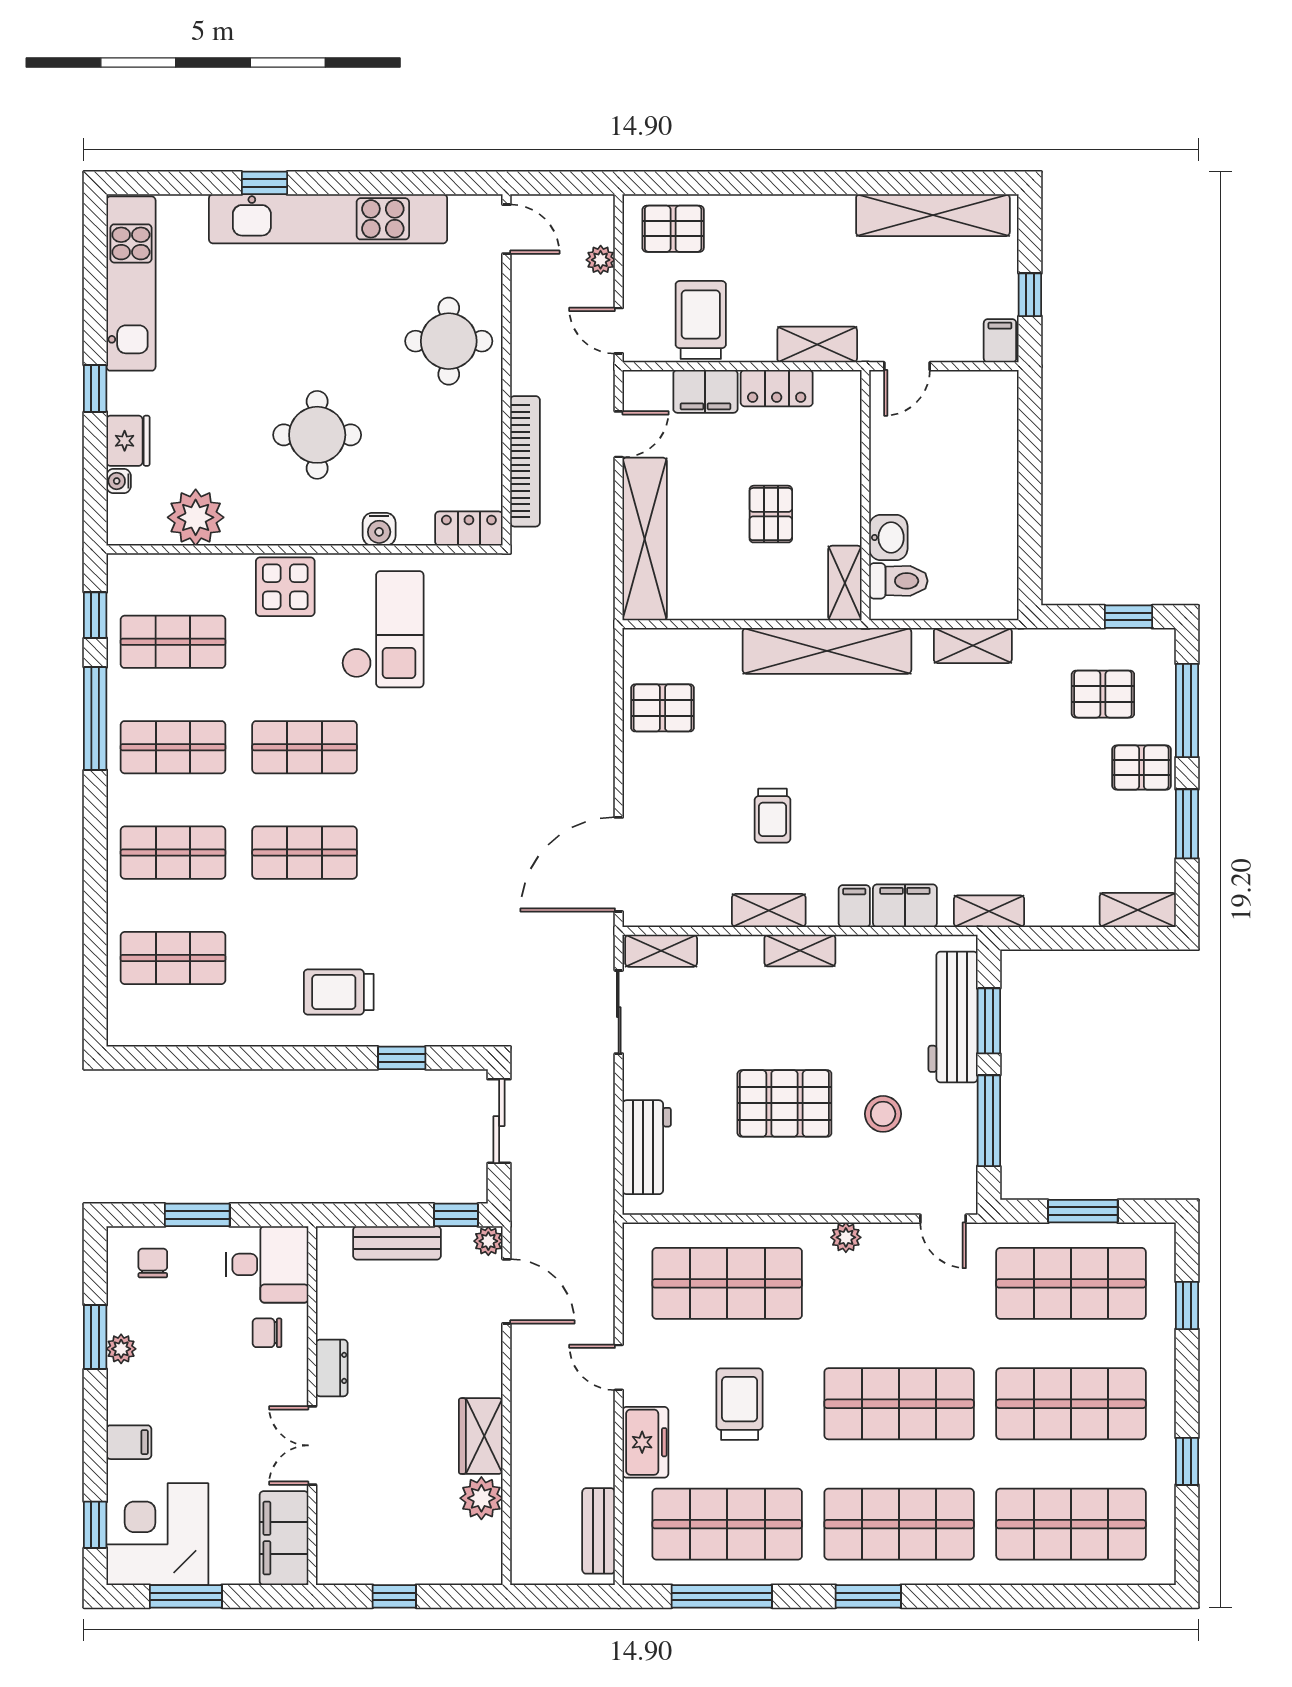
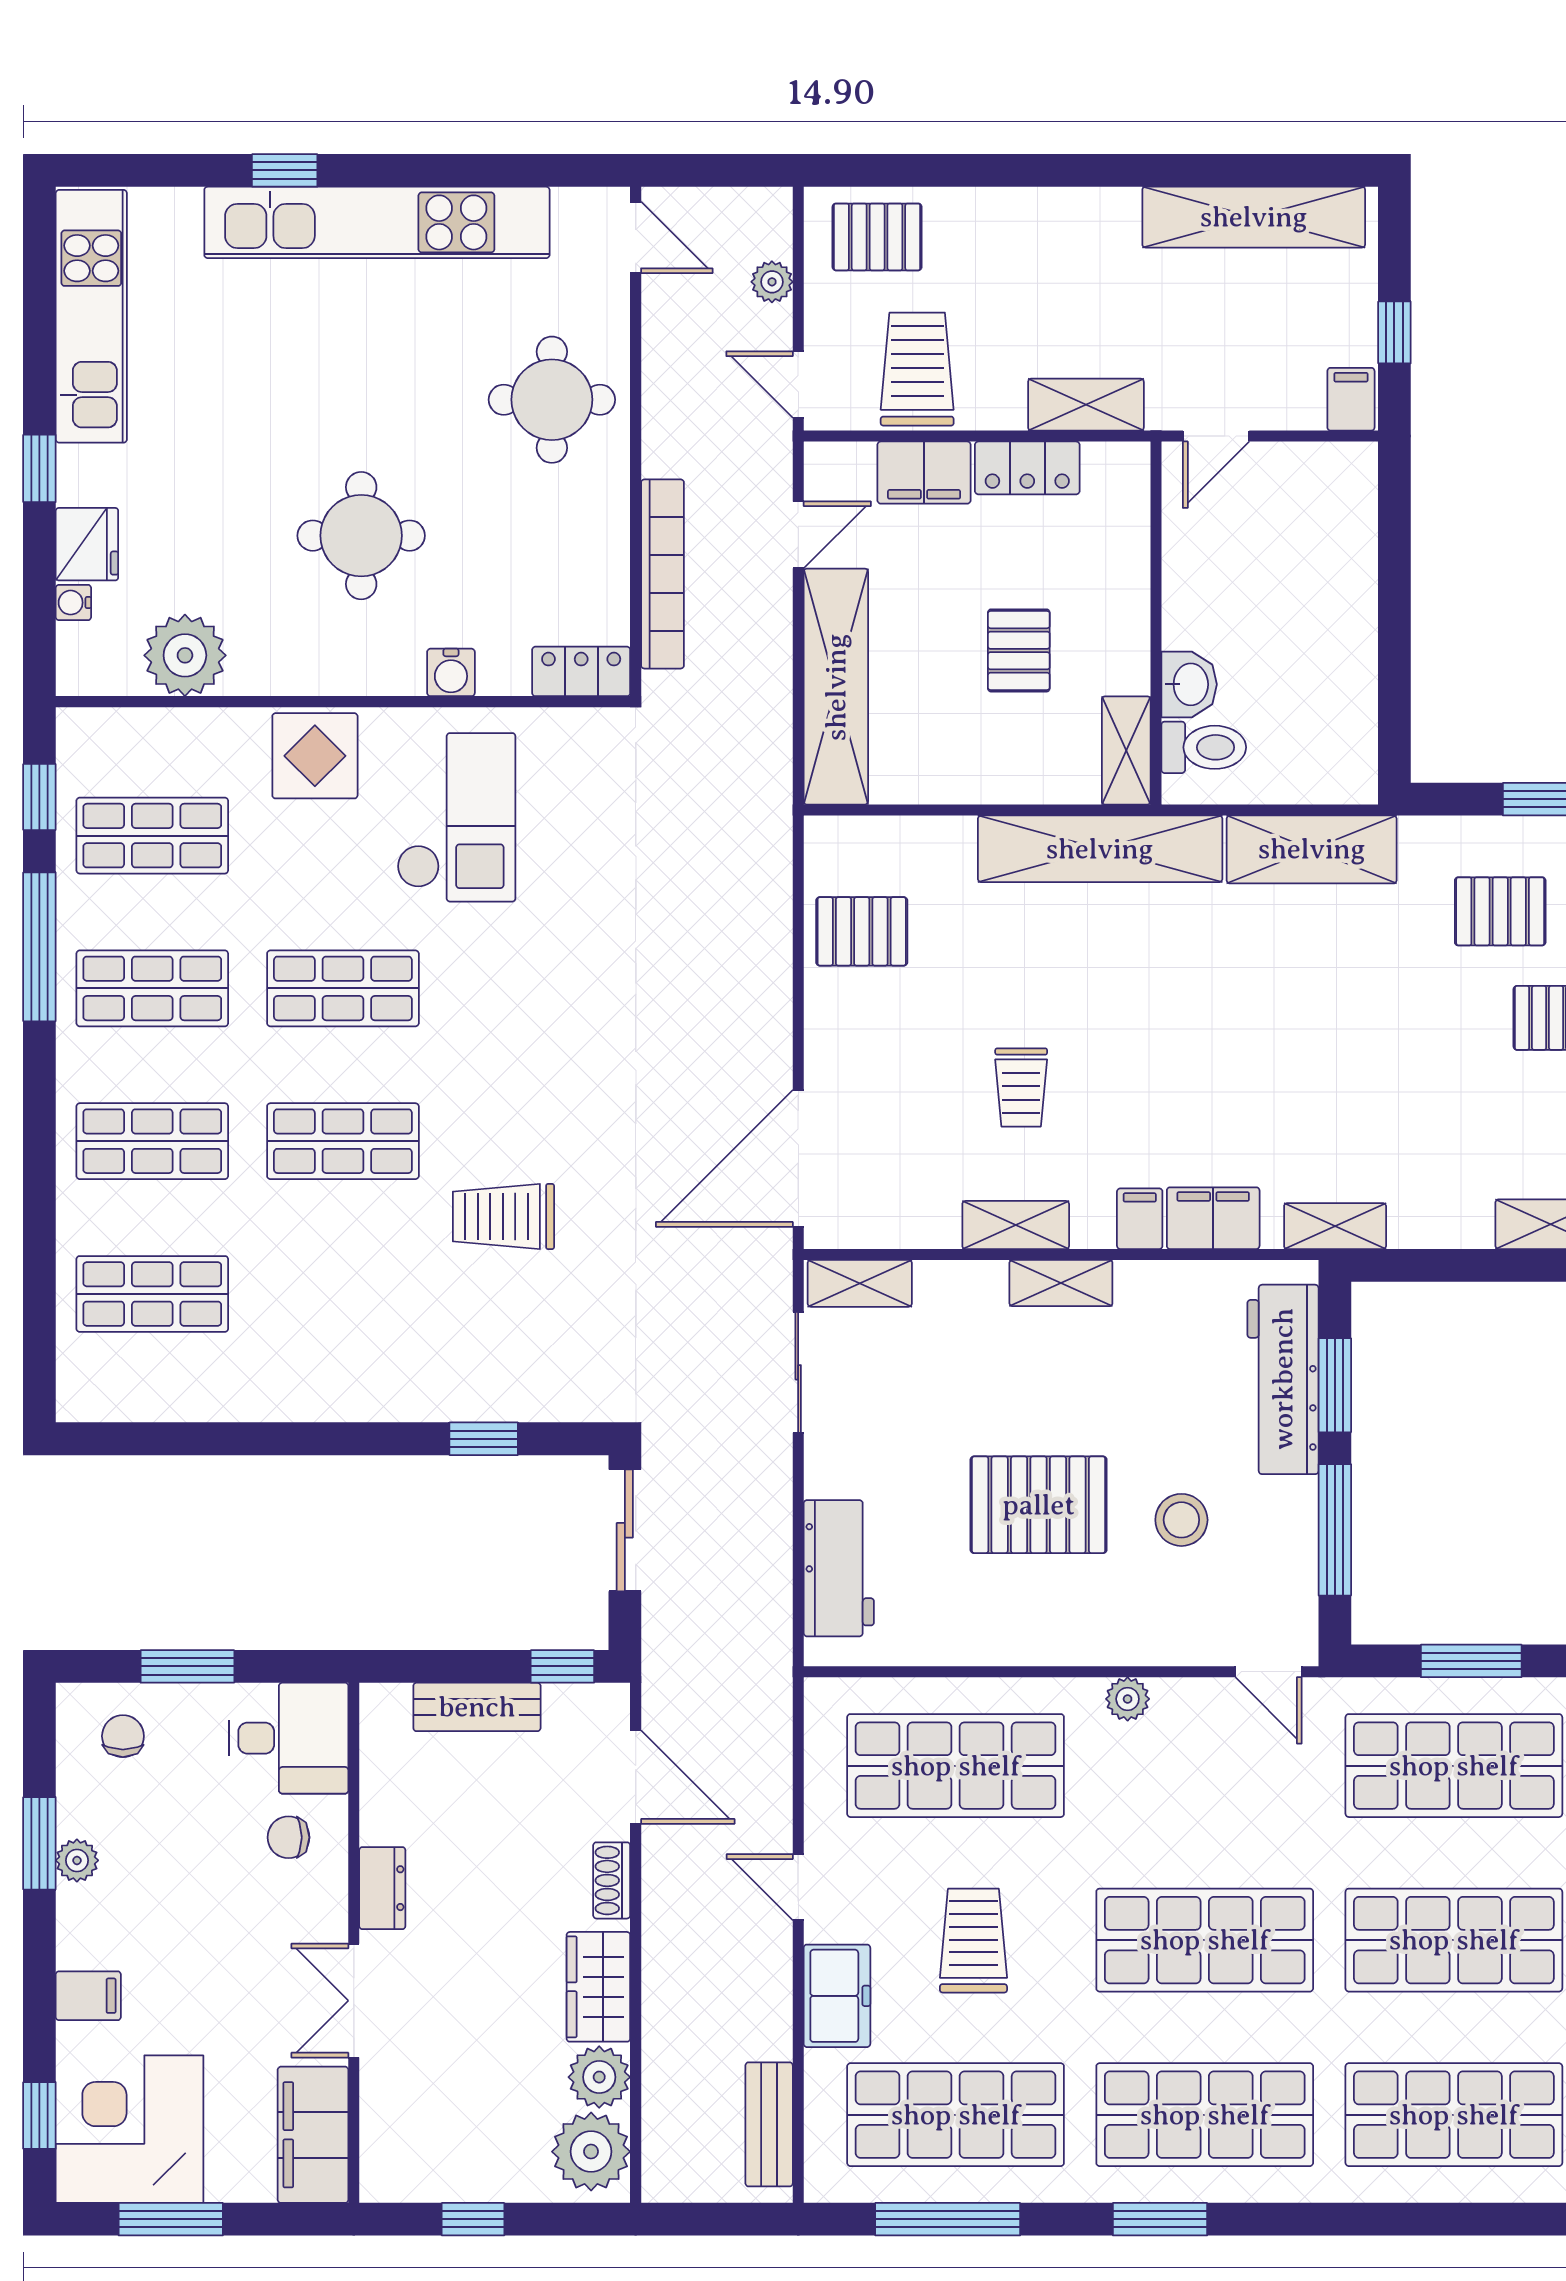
shelving: (973, 645) -> (1312, 849), width x1.50, depth x1.33
trolley: (339, 992) -> (503, 1216), moved
plant: (488, 1241) -> (591, 2152), moved, width x1.88, depth x1.88
shoe rack: (490, 1363) -> (612, 1880), added

